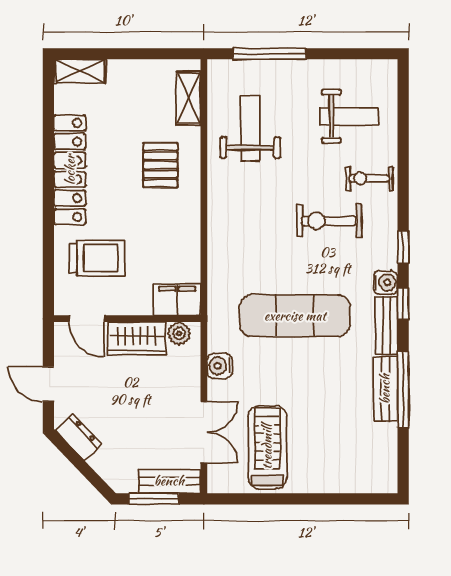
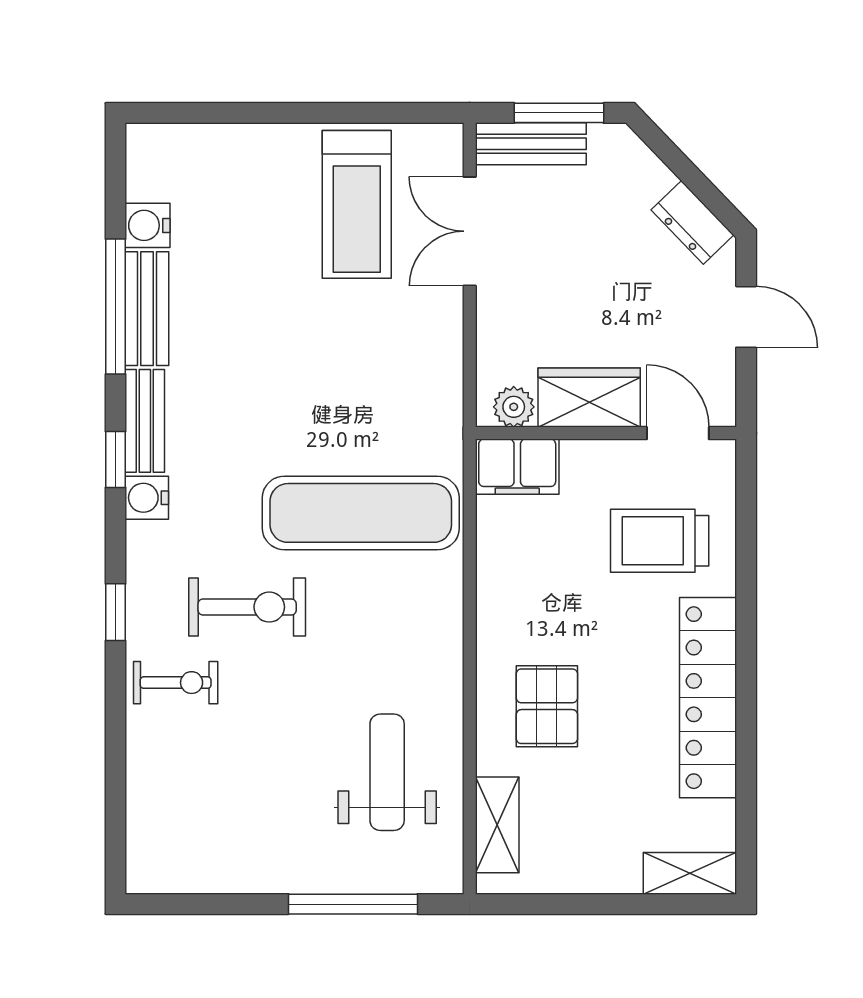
weight bench: (349, 116) -> (212, 793), removed
weight bench: (250, 128) -> (387, 772), turned 180
window: (403, 247) -> (116, 612), moved
exercise mat: (295, 316) -> (361, 513), moved
water cooler: (220, 366) -> (148, 225), moved, turned 180

